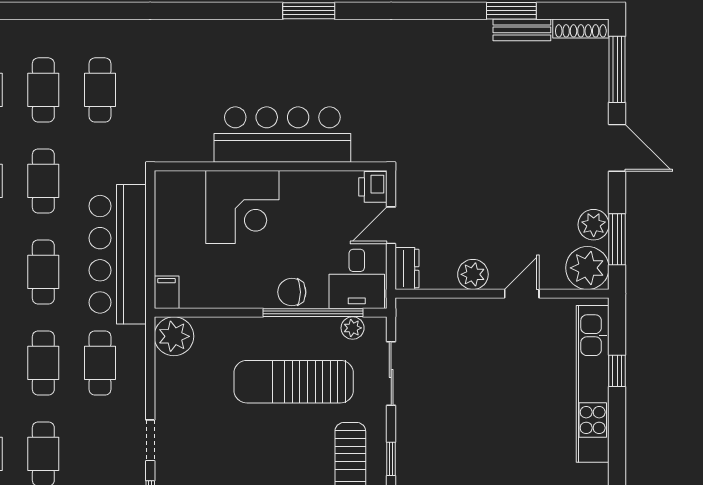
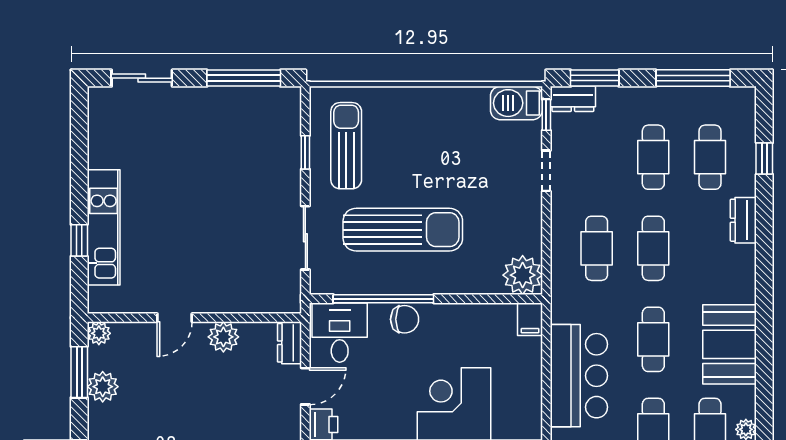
bar counter: (118, 254) -> (579, 376), width x0.73
plant: (587, 268) -> (99, 333), width x0.53, depth x0.53
plant: (353, 328) -> (344, 283), removed
kitchen unit: (593, 384) -> (104, 227), width x0.73

